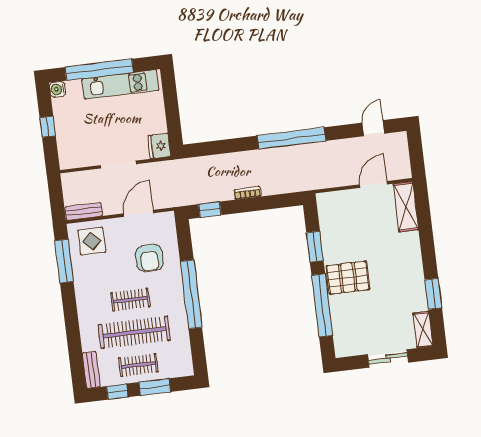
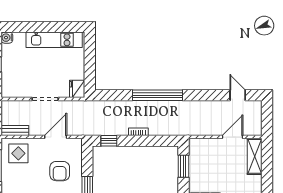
window: (99, 70) -> (40, 27), removed
door: (373, 128) -> (238, 95), hinge flipped
window: (291, 138) -> (158, 95), moved
window: (315, 247) -> (183, 166), moved

